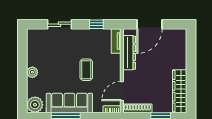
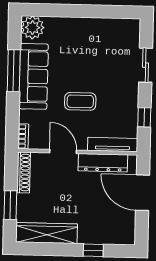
tv unit: (116, 41) -> (113, 144), width x1.41
window: (191, 58) -> (93, 250), added
plant: (32, 72) -> (78, 25), removed
door: (122, 91) -> (63, 151), moved

